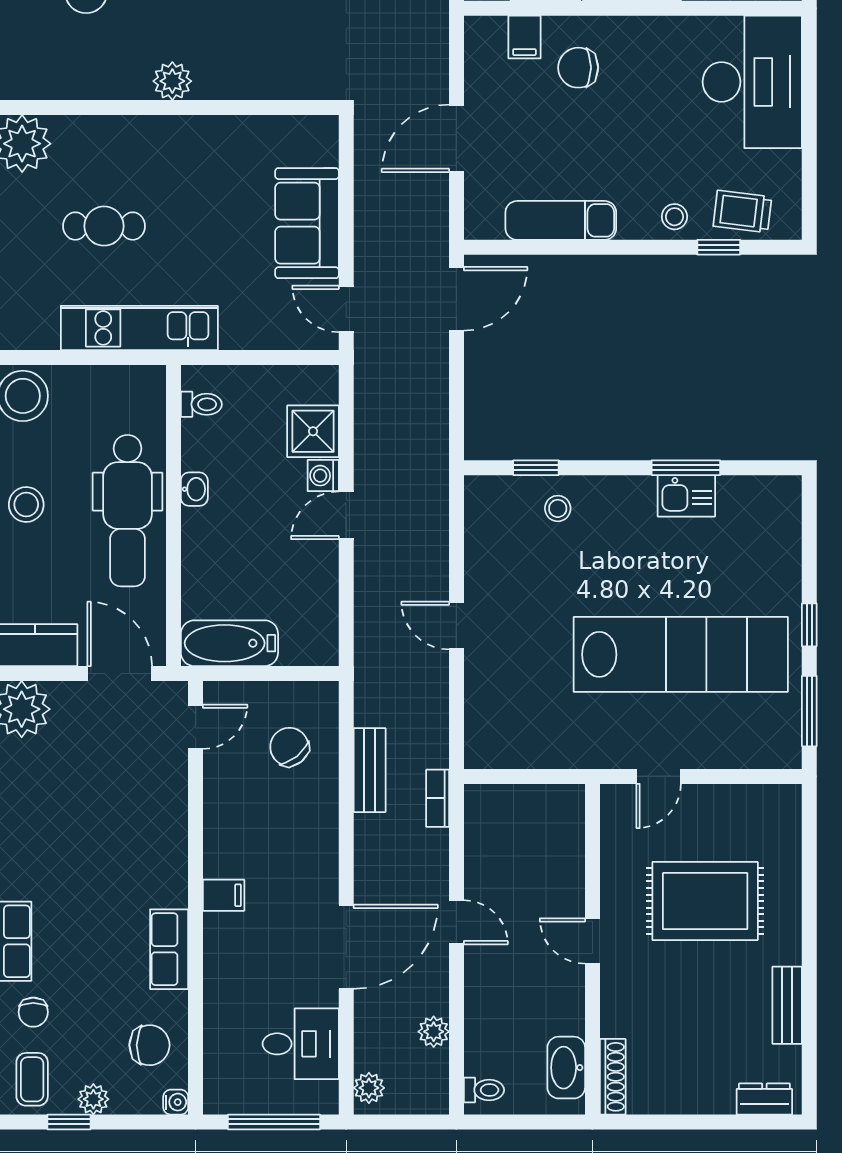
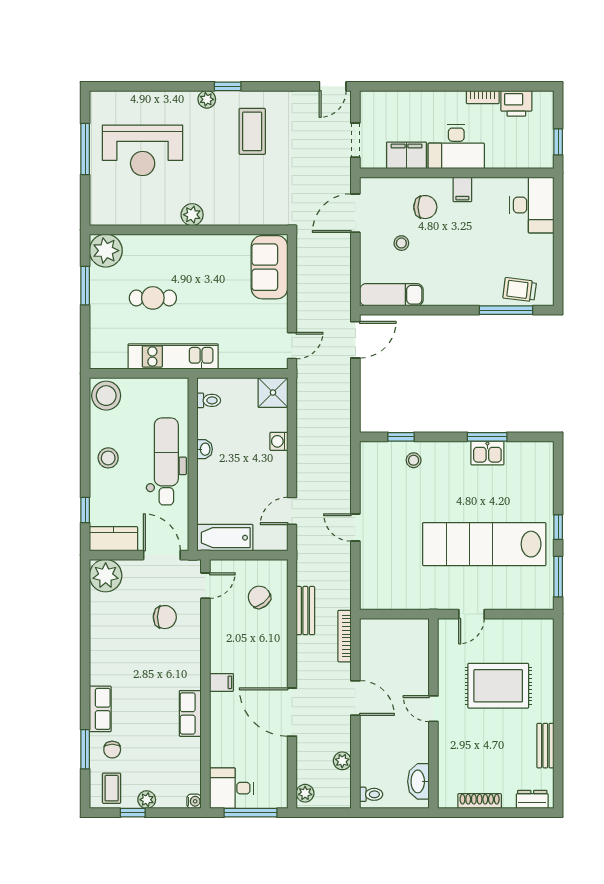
filing cabinet: (524, 37) -> (462, 189), moved
chair: (578, 68) -> (425, 207), turned 180
desk: (752, 82) -> (532, 205), width x0.73, depth x0.77
door: (456, 138) -> (355, 213), moved
stool: (674, 217) -> (401, 243), moved
exam couch: (561, 220) -> (391, 295), moved
sofa: (307, 223) -> (269, 267), moved
window: (719, 247) -> (506, 310), width x2.17
door: (346, 309) -> (292, 346), swing flipped
shower: (313, 431) -> (273, 393), moved
dental chair: (127, 511) -> (166, 461), turned 180
door: (346, 515) -> (292, 511), moved
lab bench: (681, 654) -> (484, 544), turned 180
bookcase: (438, 798) -> (345, 636), width x1.56
door: (456, 922) -> (355, 698), width x1.38
door: (346, 947) -> (292, 712), swing flipped
desk: (301, 1044) -> (232, 788), moved, turned 180
chair: (149, 1045) -> (165, 617), moved
shoe rack: (613, 1077) -> (480, 801), moved, turned -90

